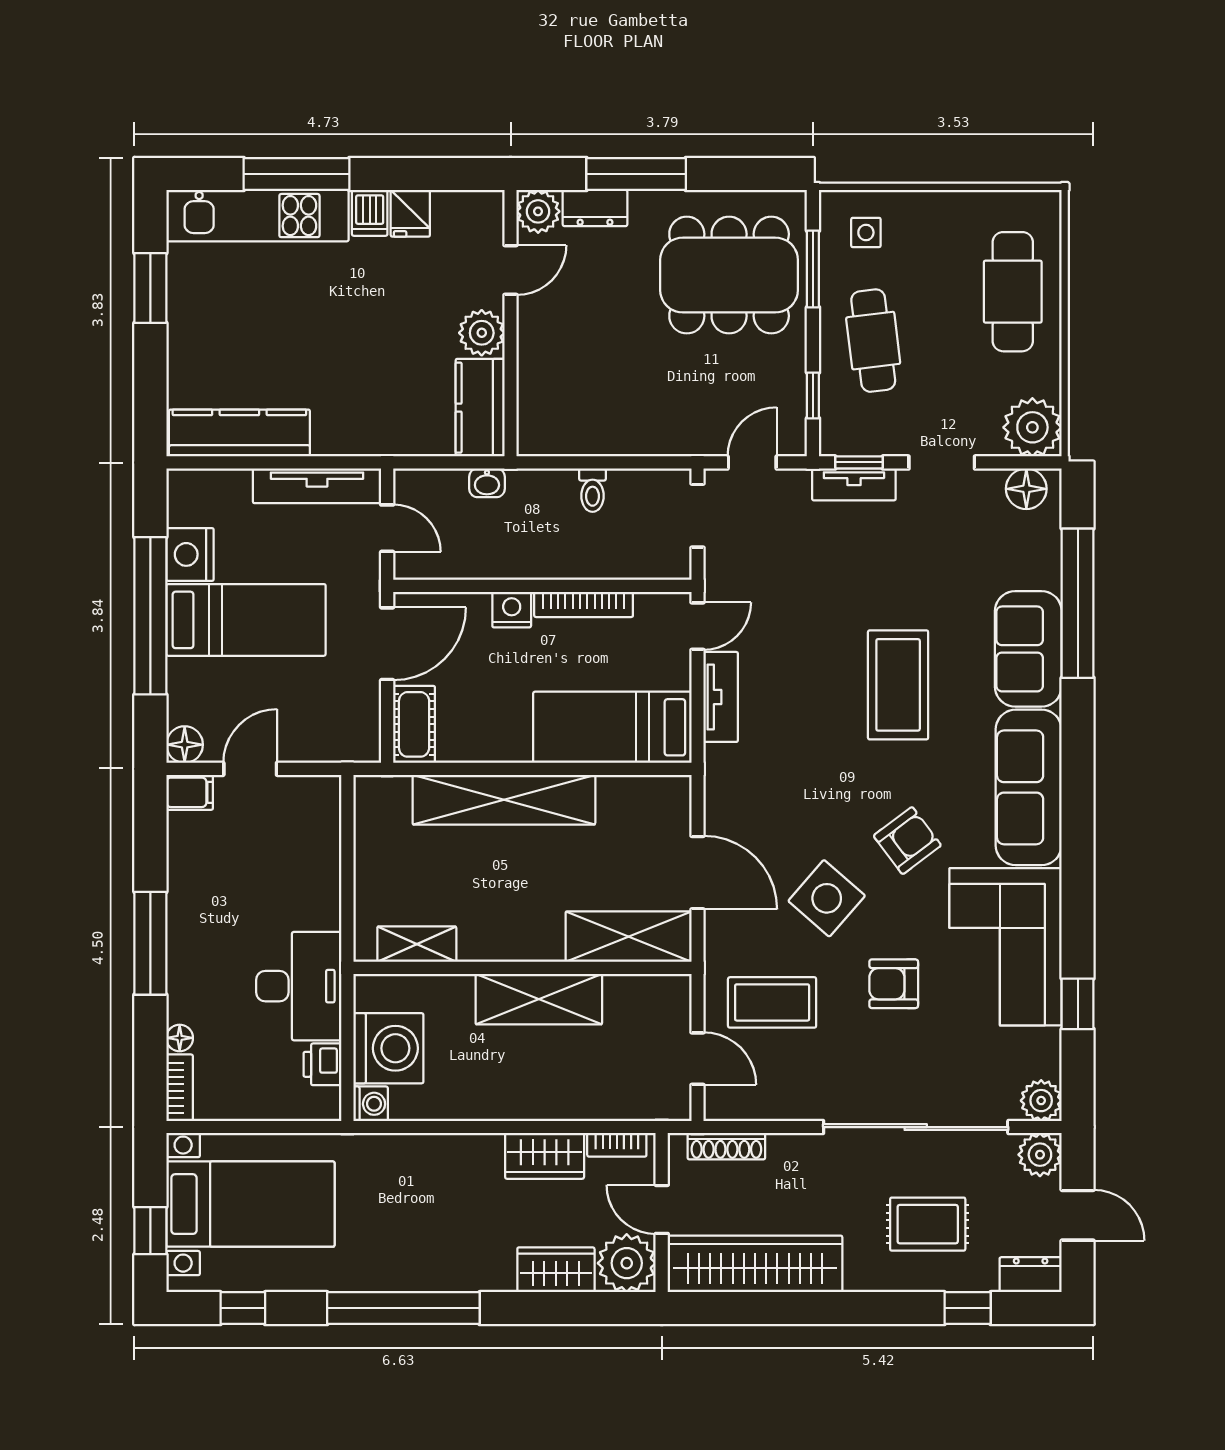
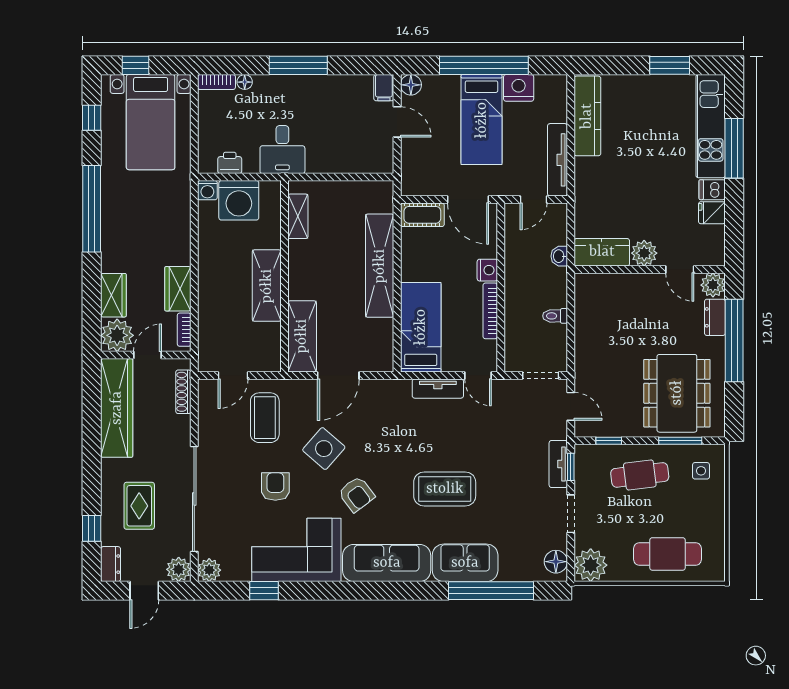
window: (636, 174) -> (734, 341), width x1.46
desk: (299, 986) -> (282, 150), width x0.73

